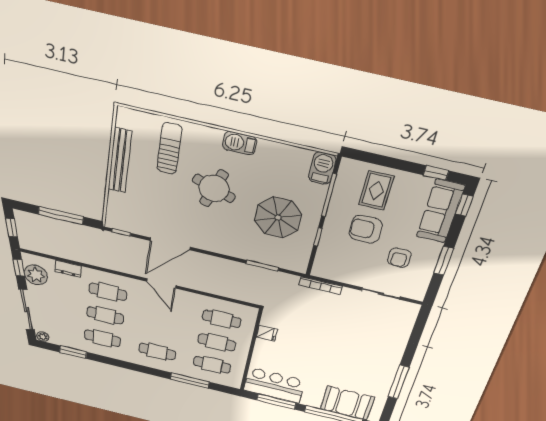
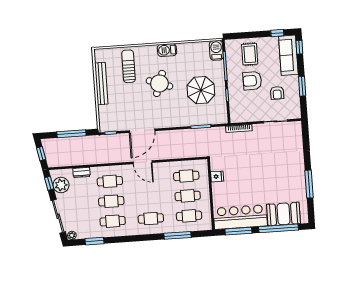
bar counter: (274, 385) -> (240, 217), width x1.36

